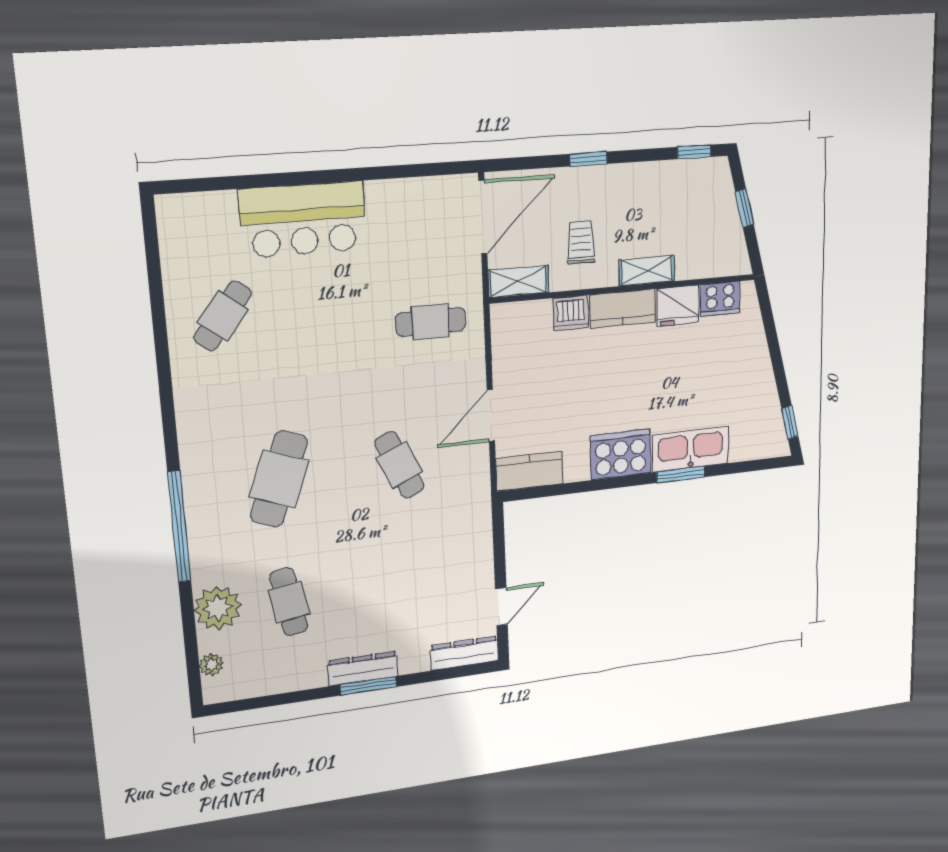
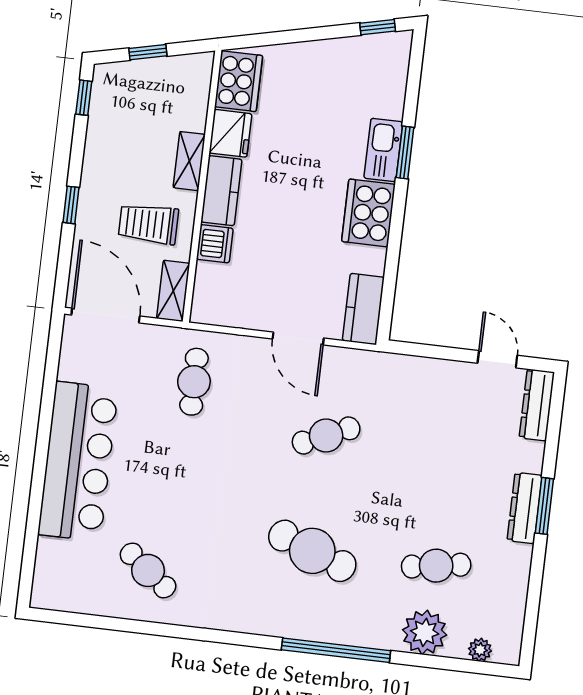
bar counter: (303, 219) -> (78, 461), width x1.36
trolley: (581, 242) -> (148, 224), width x1.36, depth x1.39
cooker: (720, 299) -> (239, 81), width x1.37, depth x1.31
kitchen sink: (691, 449) -> (383, 150), width x0.73, depth x0.81

